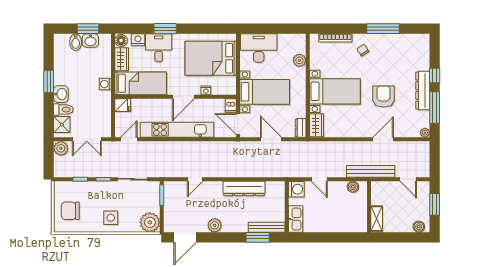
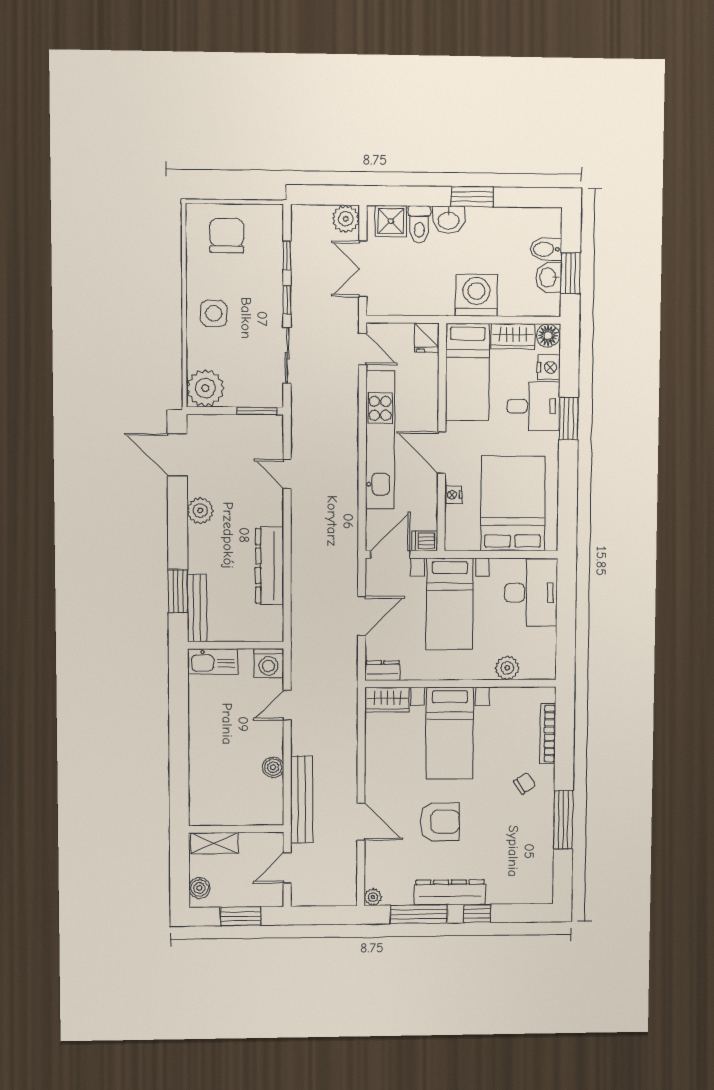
washing machine: (105, 84) -> (476, 295), width x1.89, depth x1.89
wall: (369, 207) -> (236, 829), moved
shelving: (377, 219) -> (214, 843), moved

